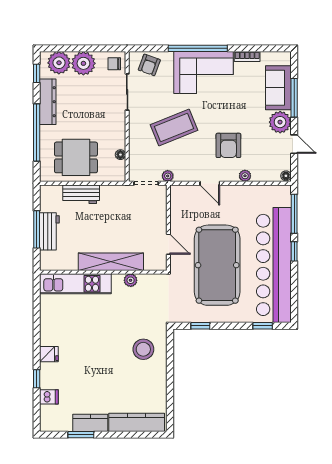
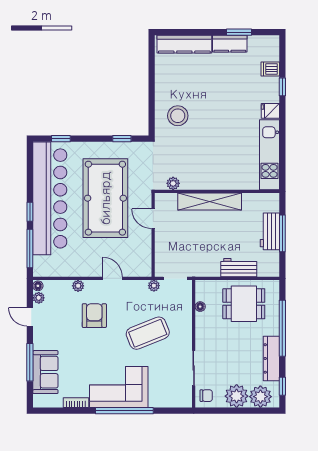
armchair: (149, 65) -> (172, 395), removed
plant: (280, 122) -> (39, 298), moved, width x0.53, depth x0.53
plant: (131, 280) -> (173, 183), moved
kitchen unit: (75, 284) -> (269, 155), moved, turned -90

